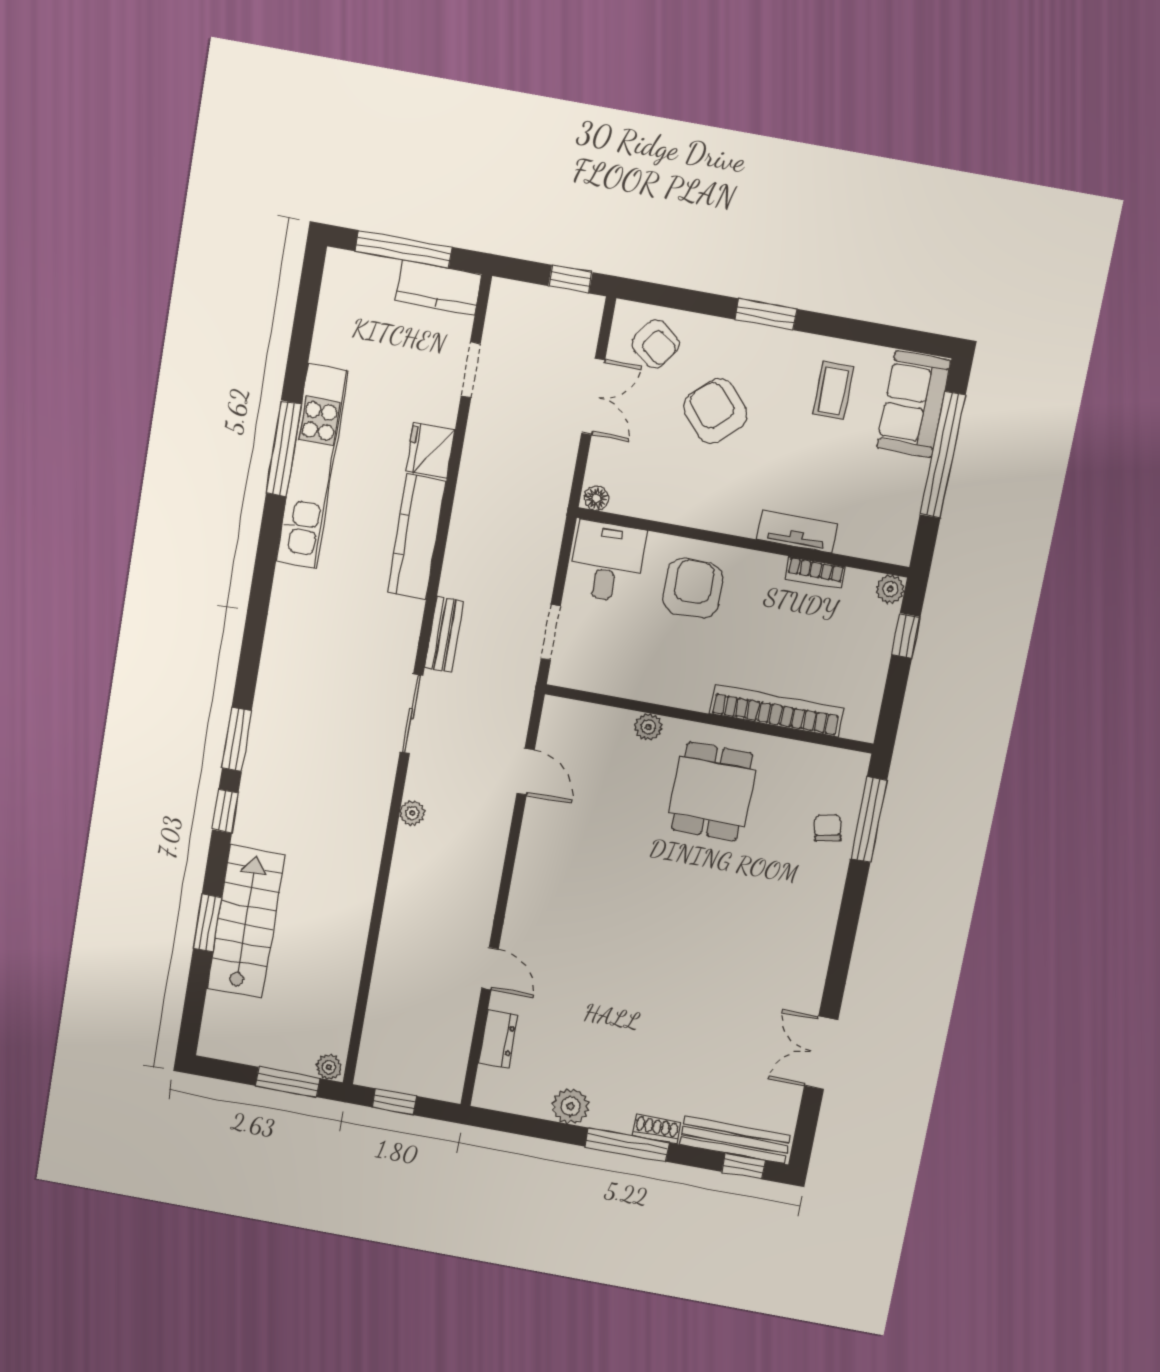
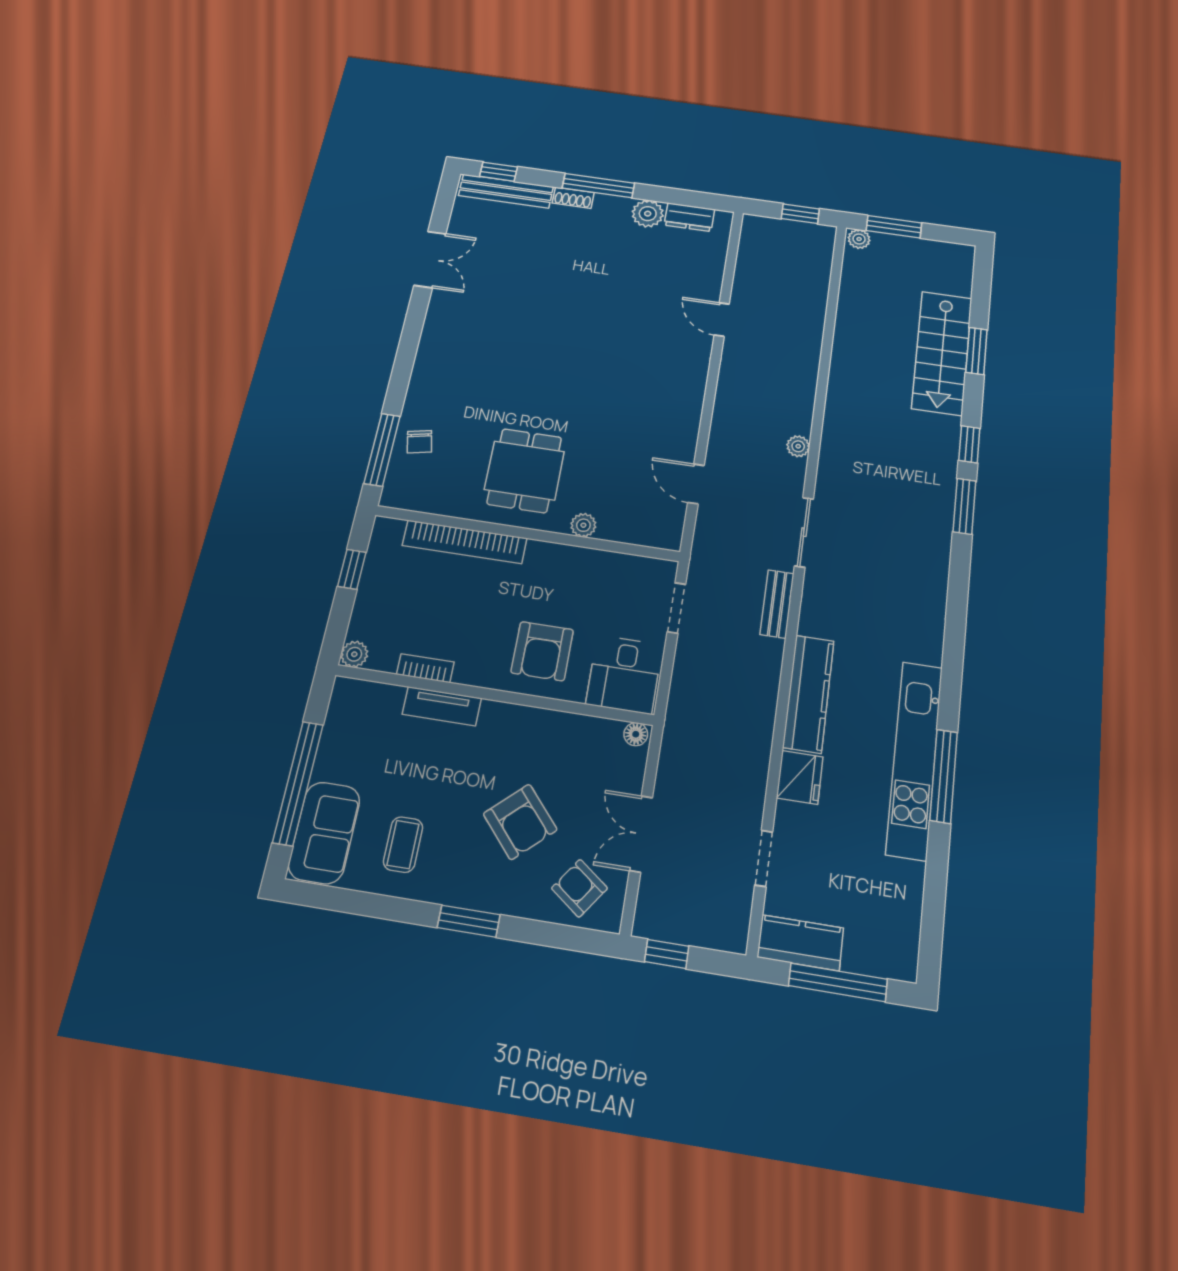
window: (906, 636) -> (352, 569), moved
dresser: (498, 1039) -> (689, 217), moved, turned -90

